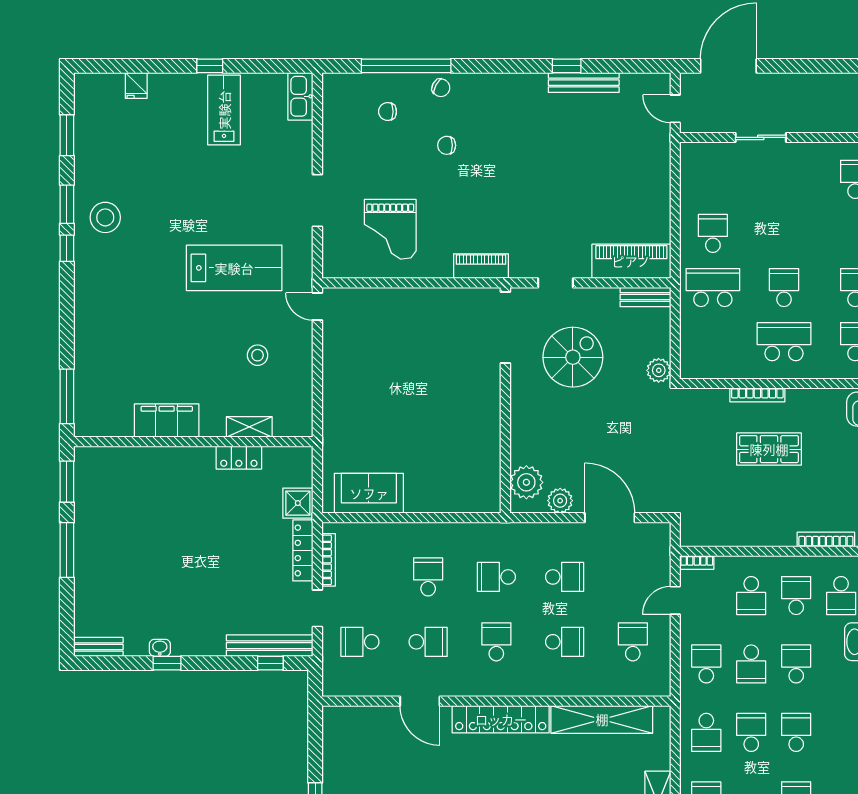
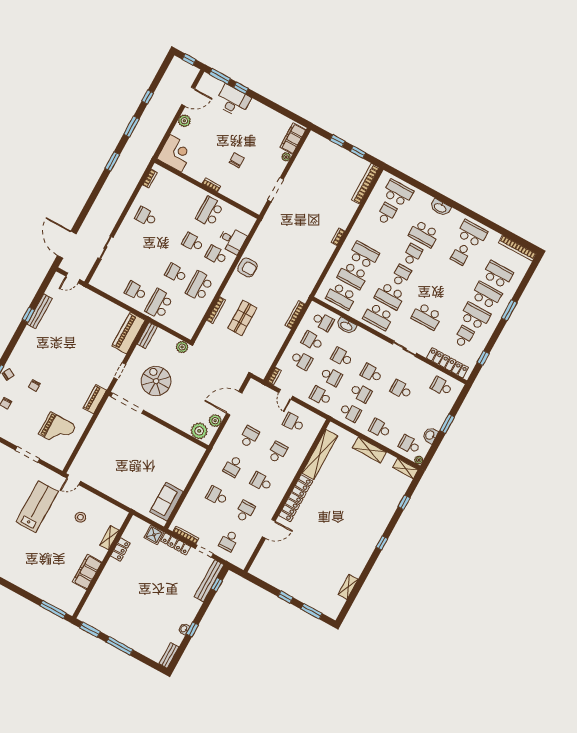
school desk: (751, 732) -> (361, 393), turned 180

